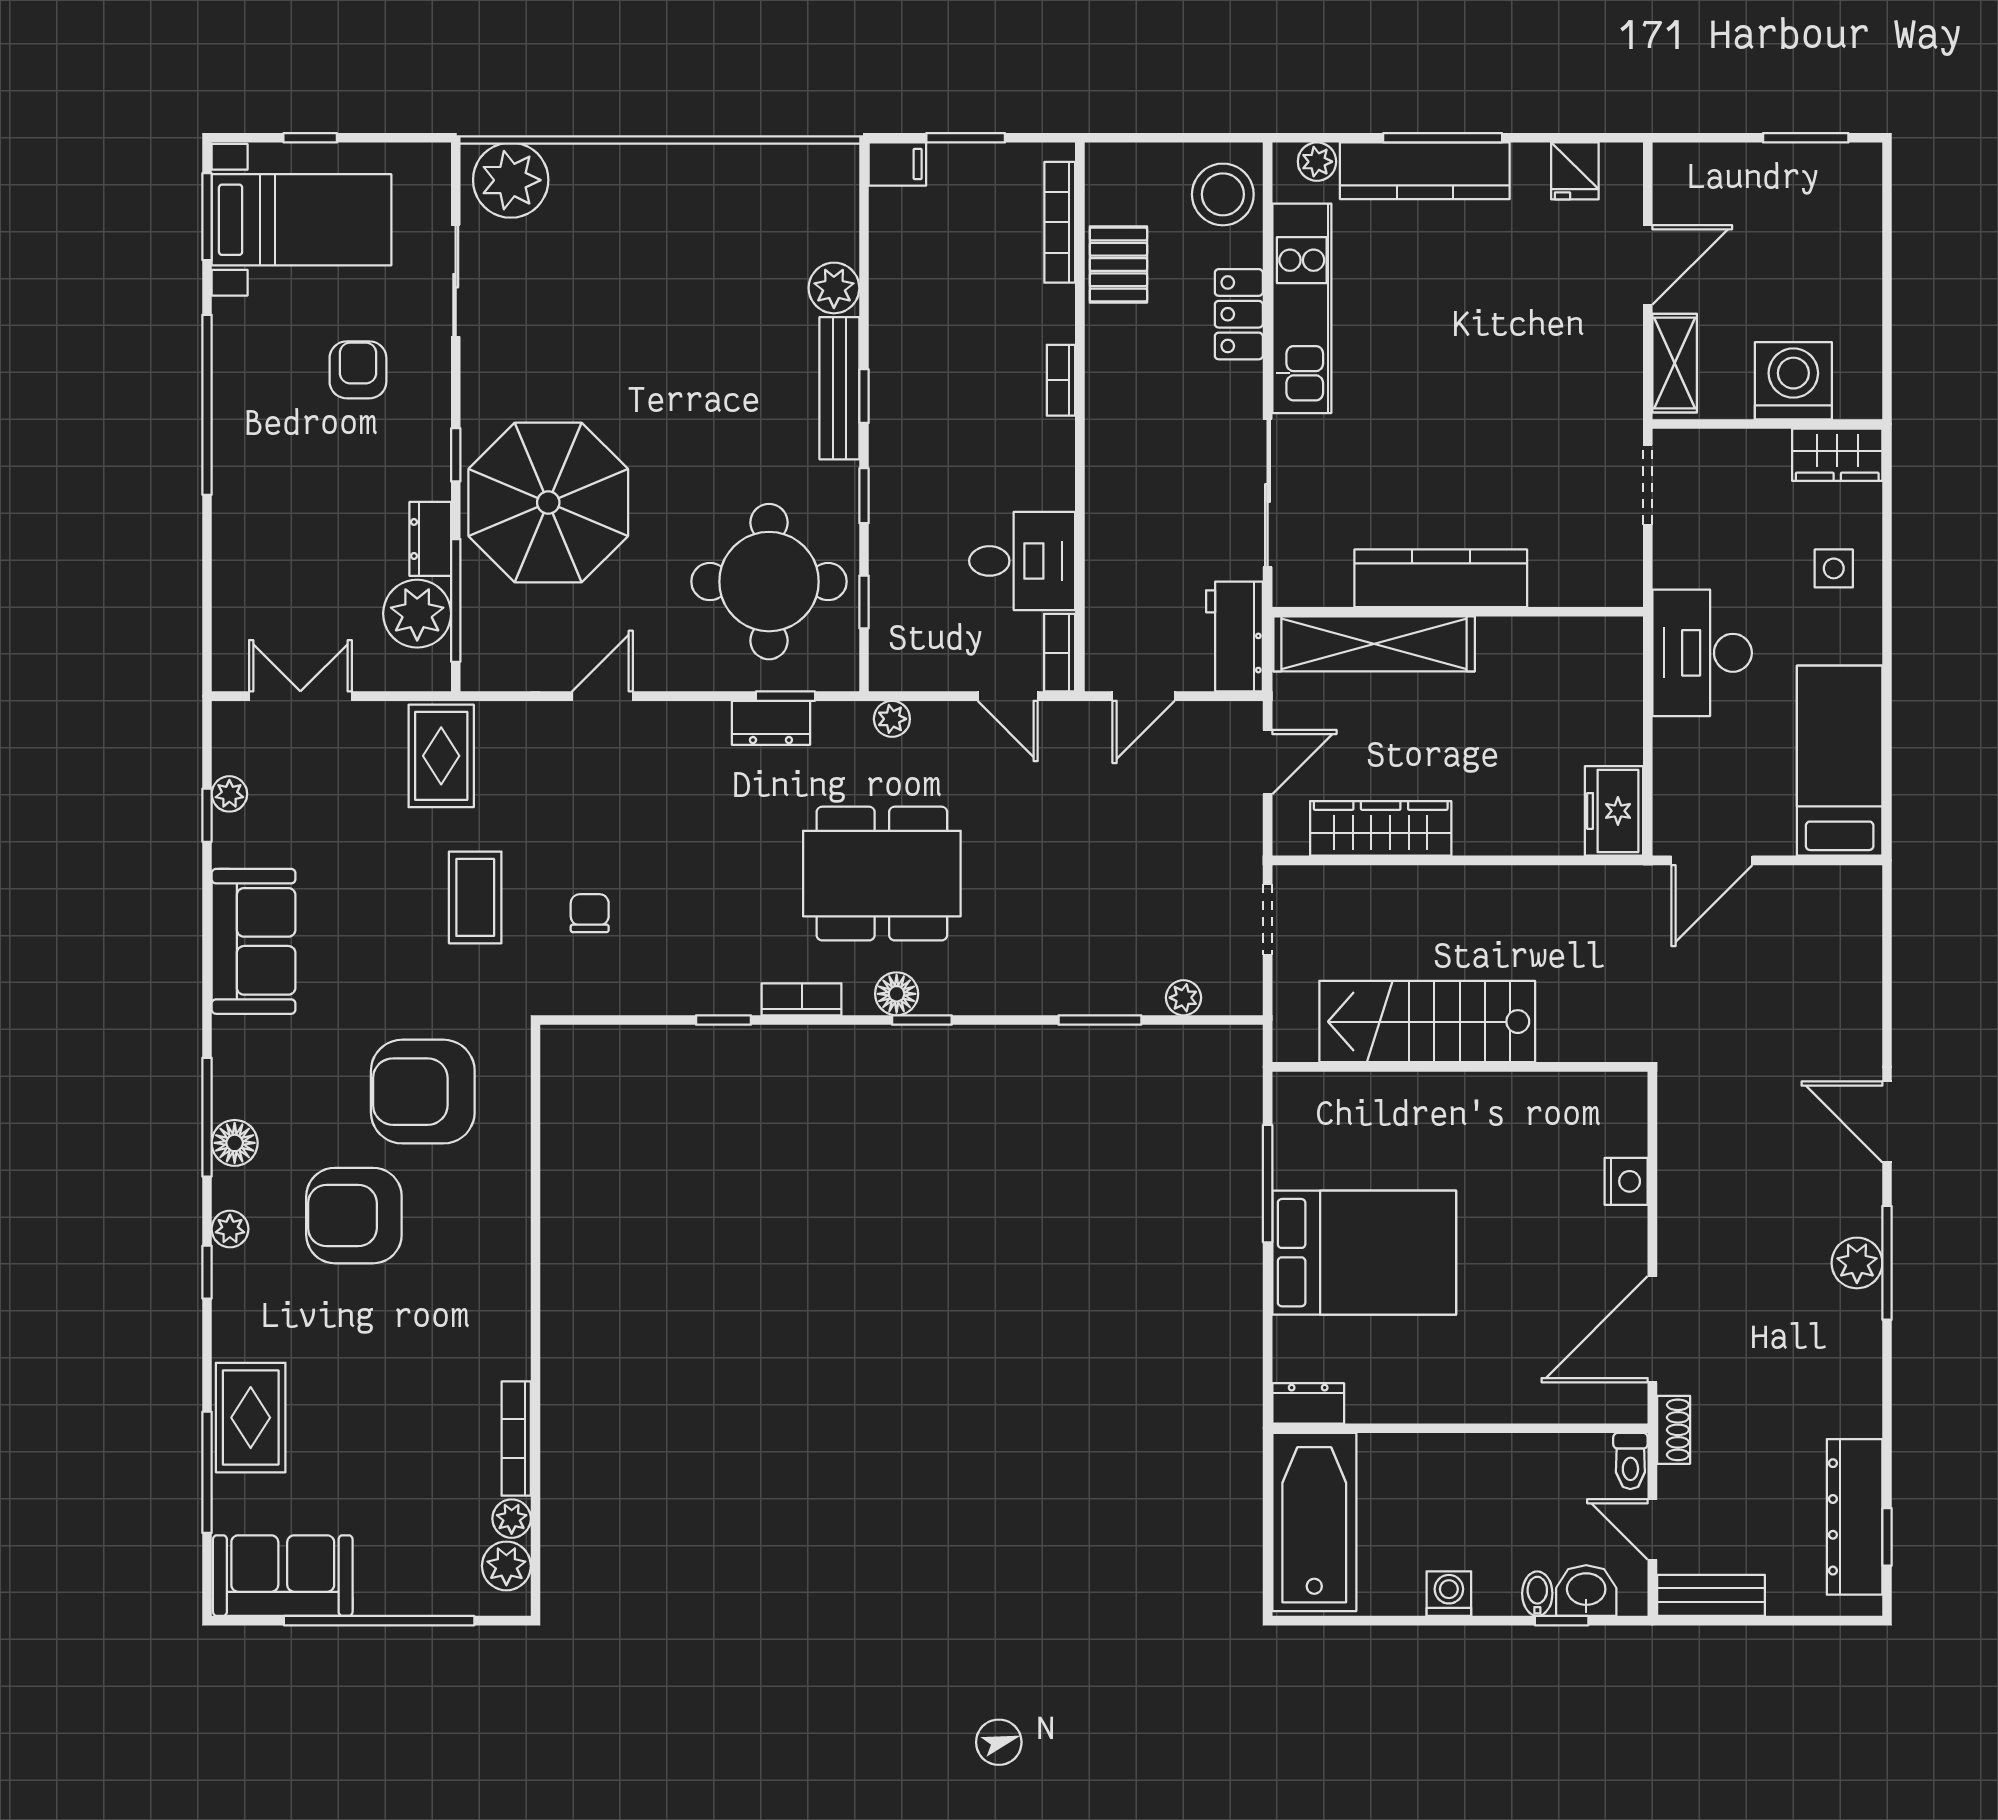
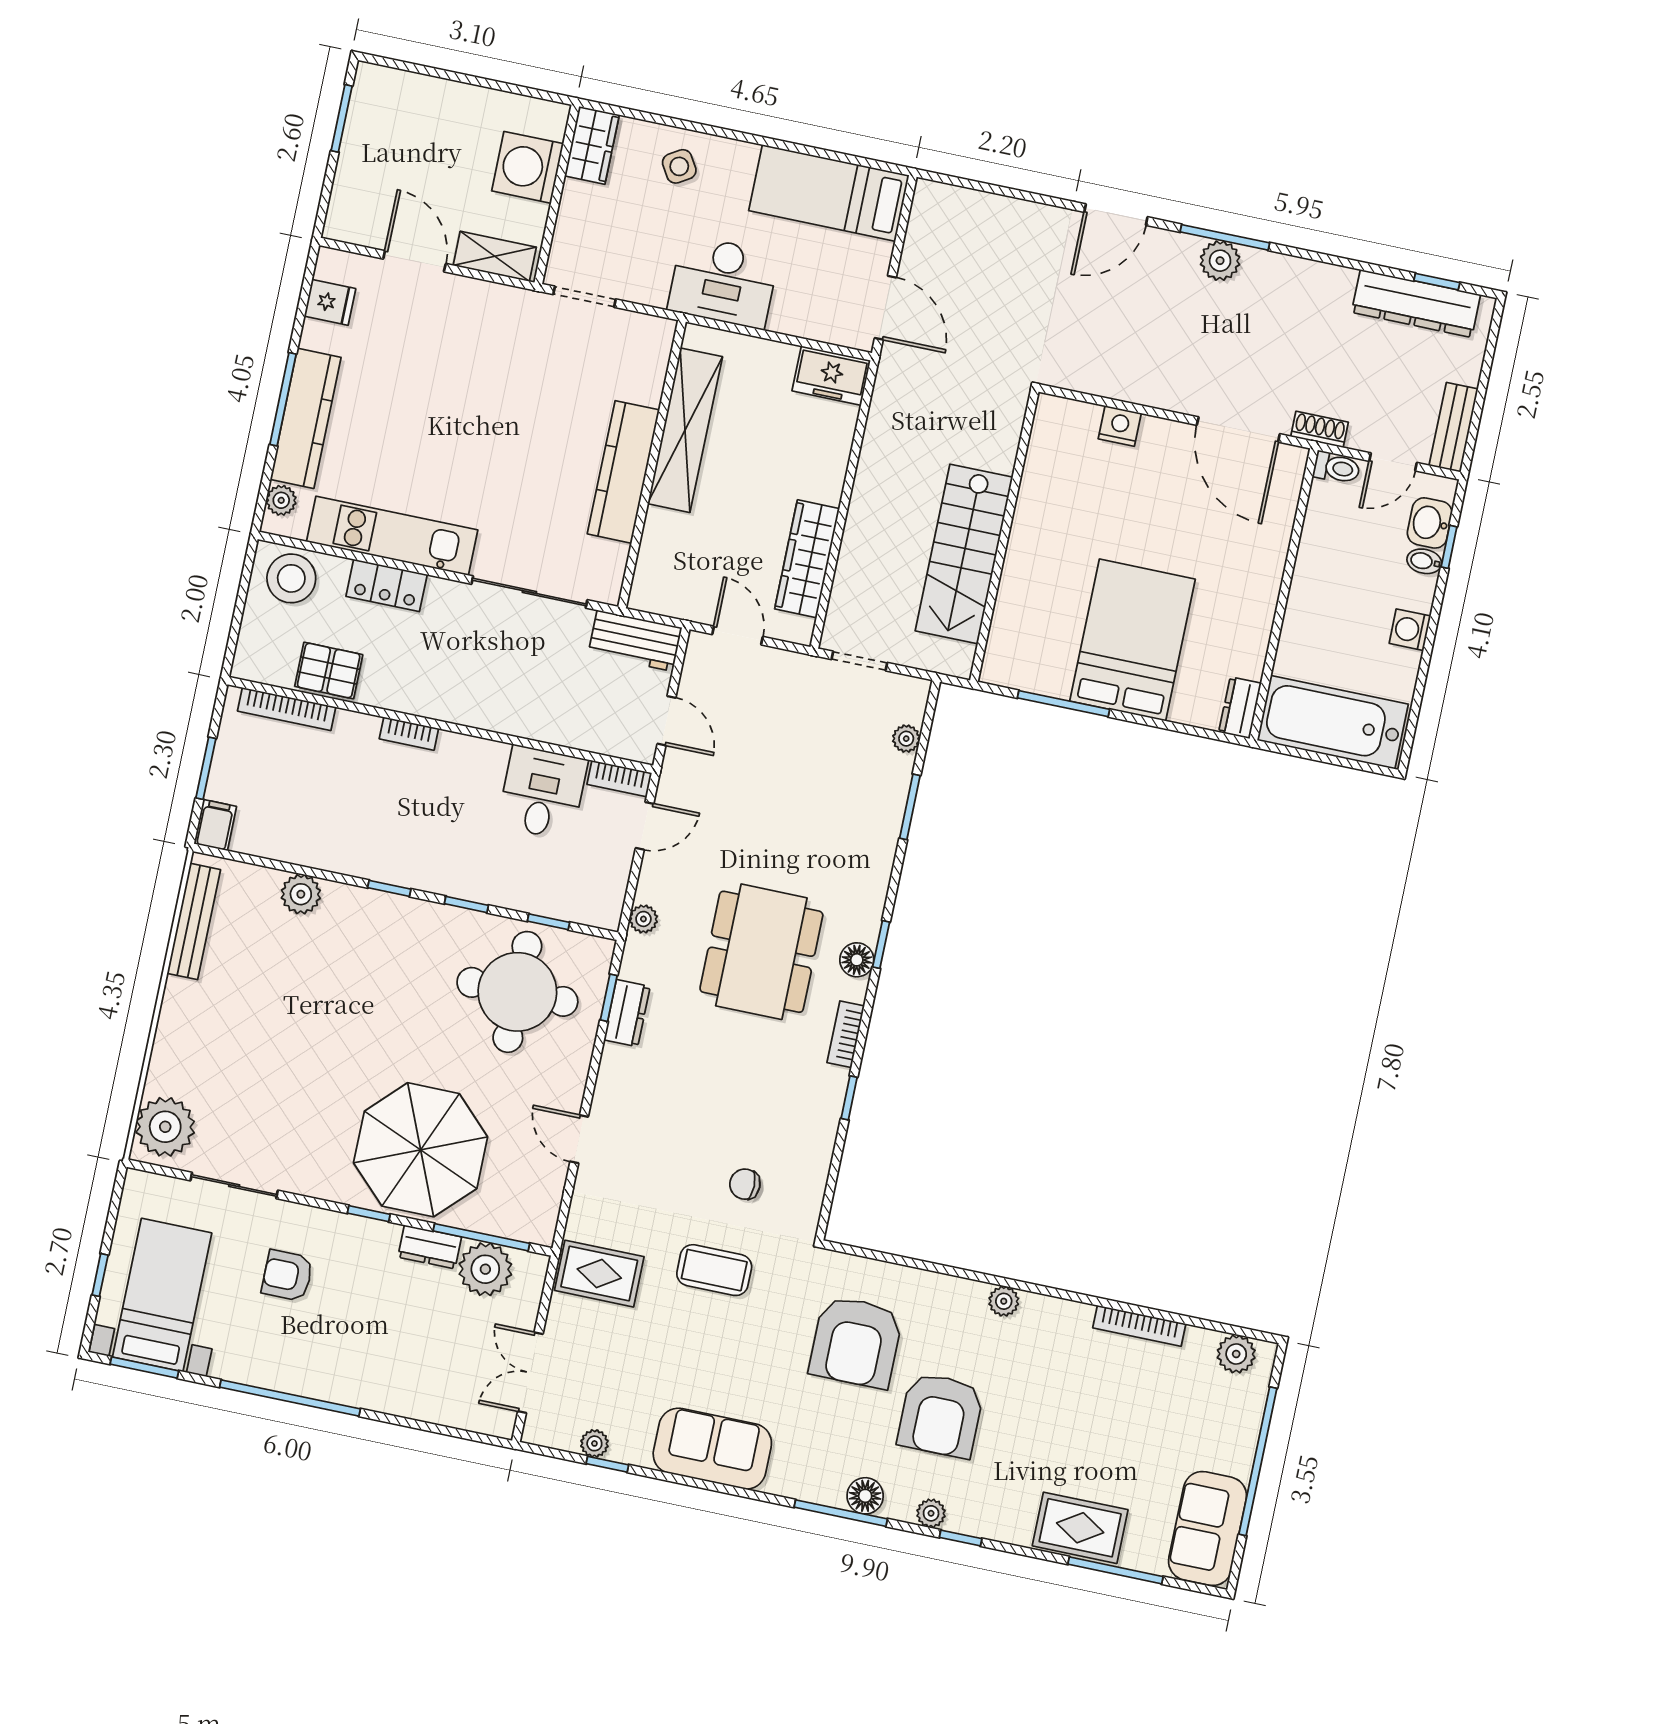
bench: (839, 388) -> (194, 921), moved, turned 90
side table: (1834, 568) -> (679, 166), turned -31
shelving: (1374, 644) -> (685, 430), moved
plant: (512, 1519) -> (1004, 1301), moved

